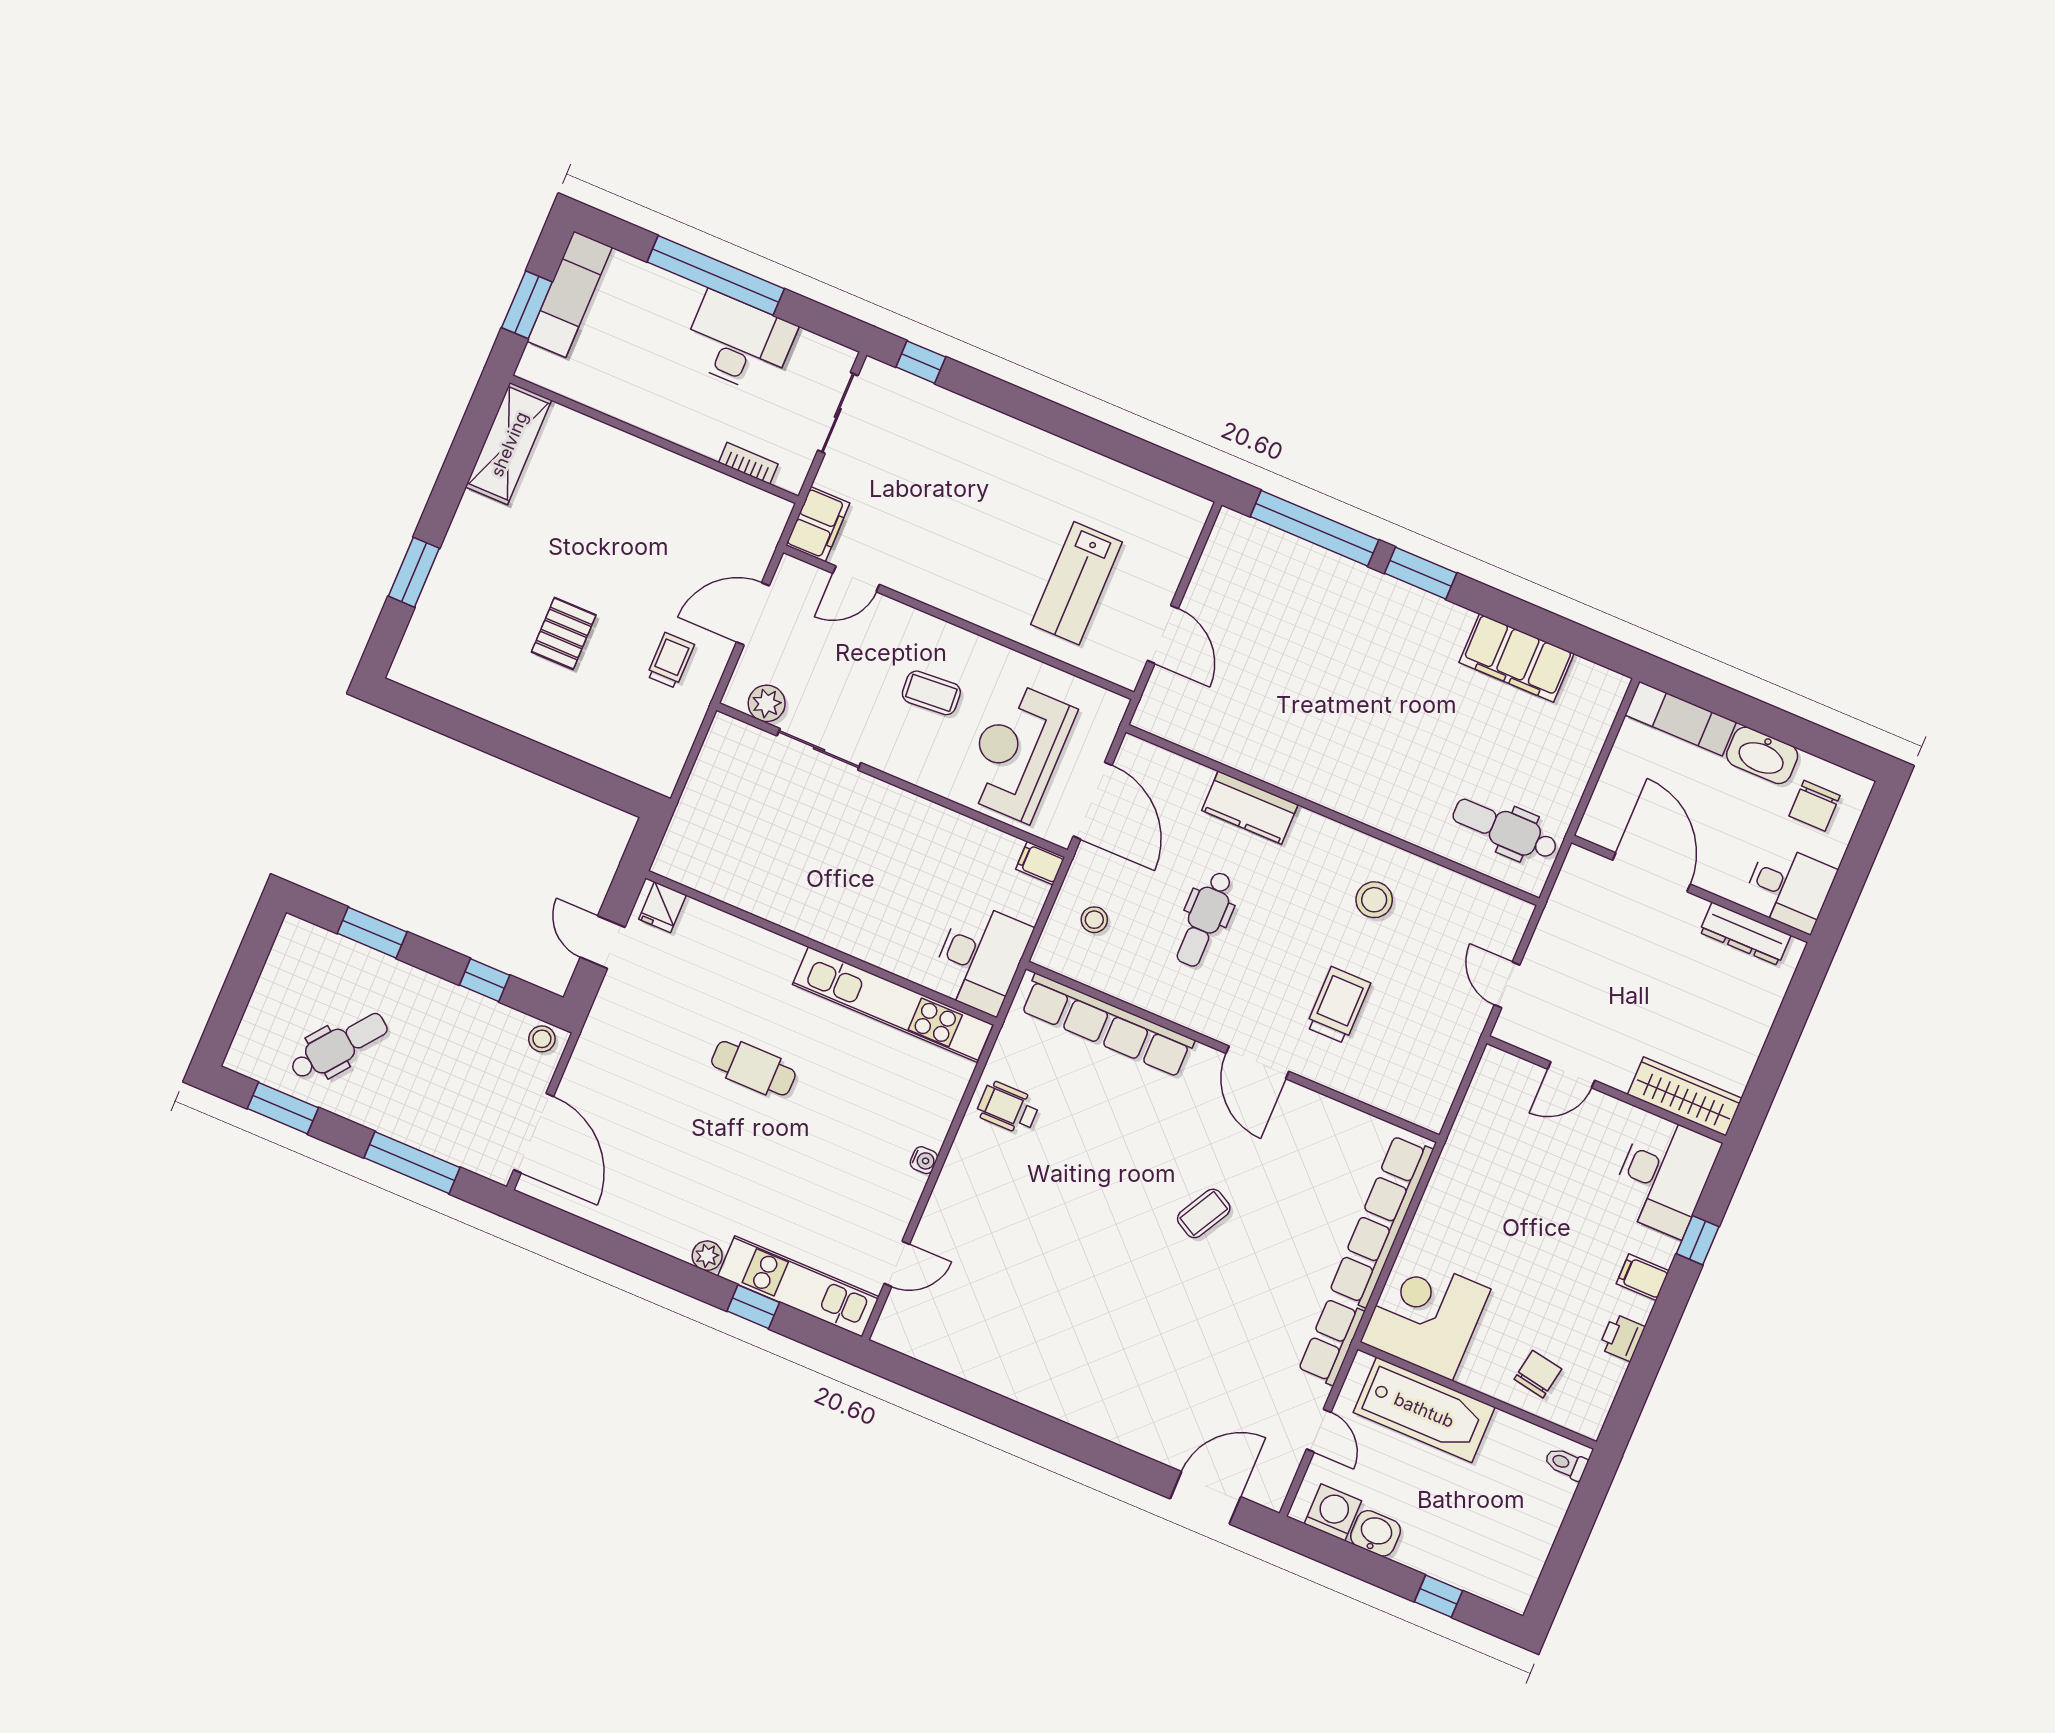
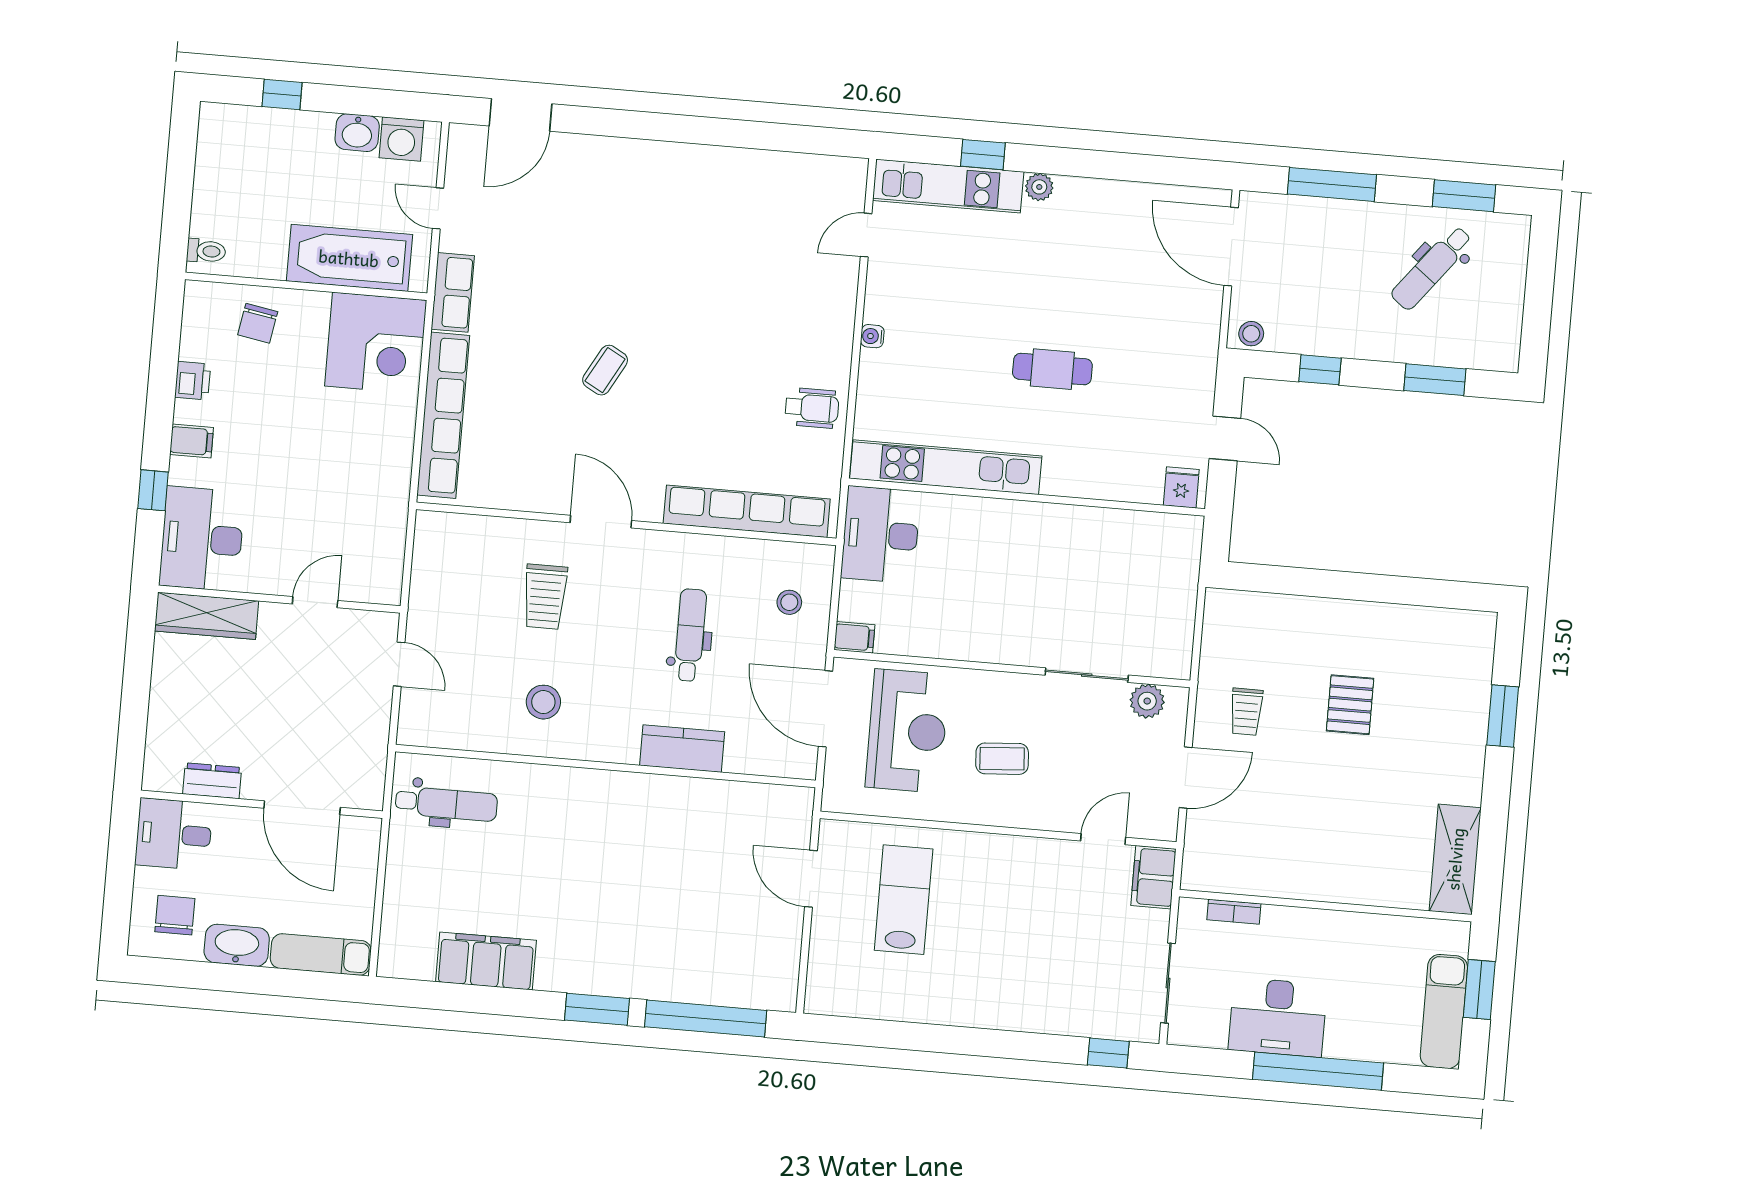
dresser: (1745, 934) -> (212, 781), width x0.70

